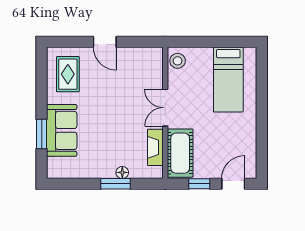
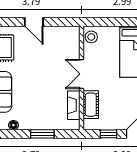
cot: (180, 153) -> (91, 105), width x0.73, depth x0.75
floor lamp: (122, 172) -> (13, 125), moved

